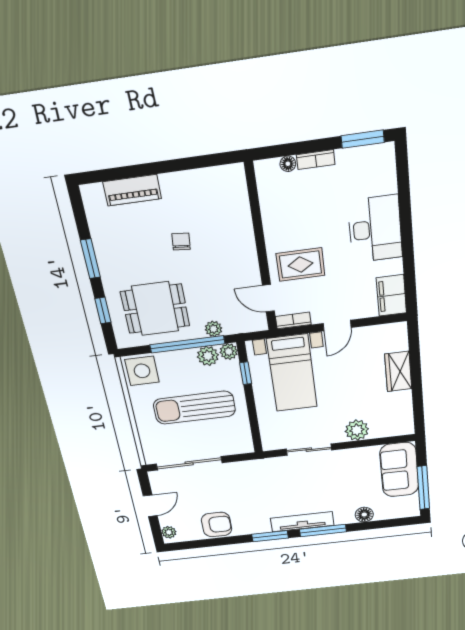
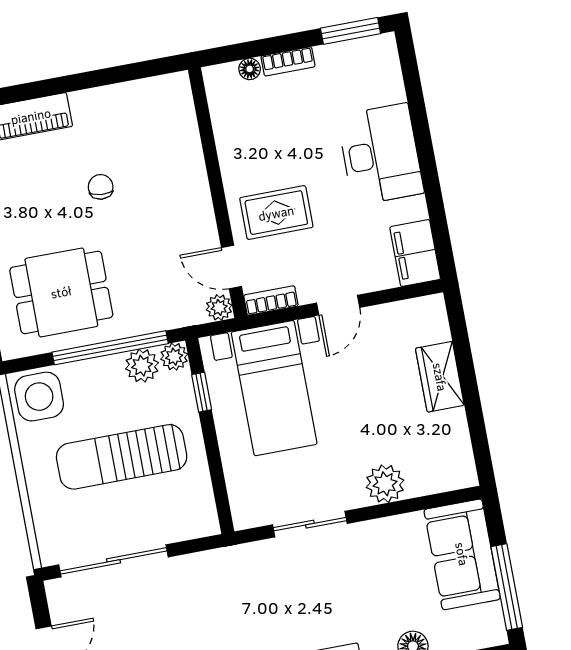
plant: (214, 329) -> (219, 307), moved

